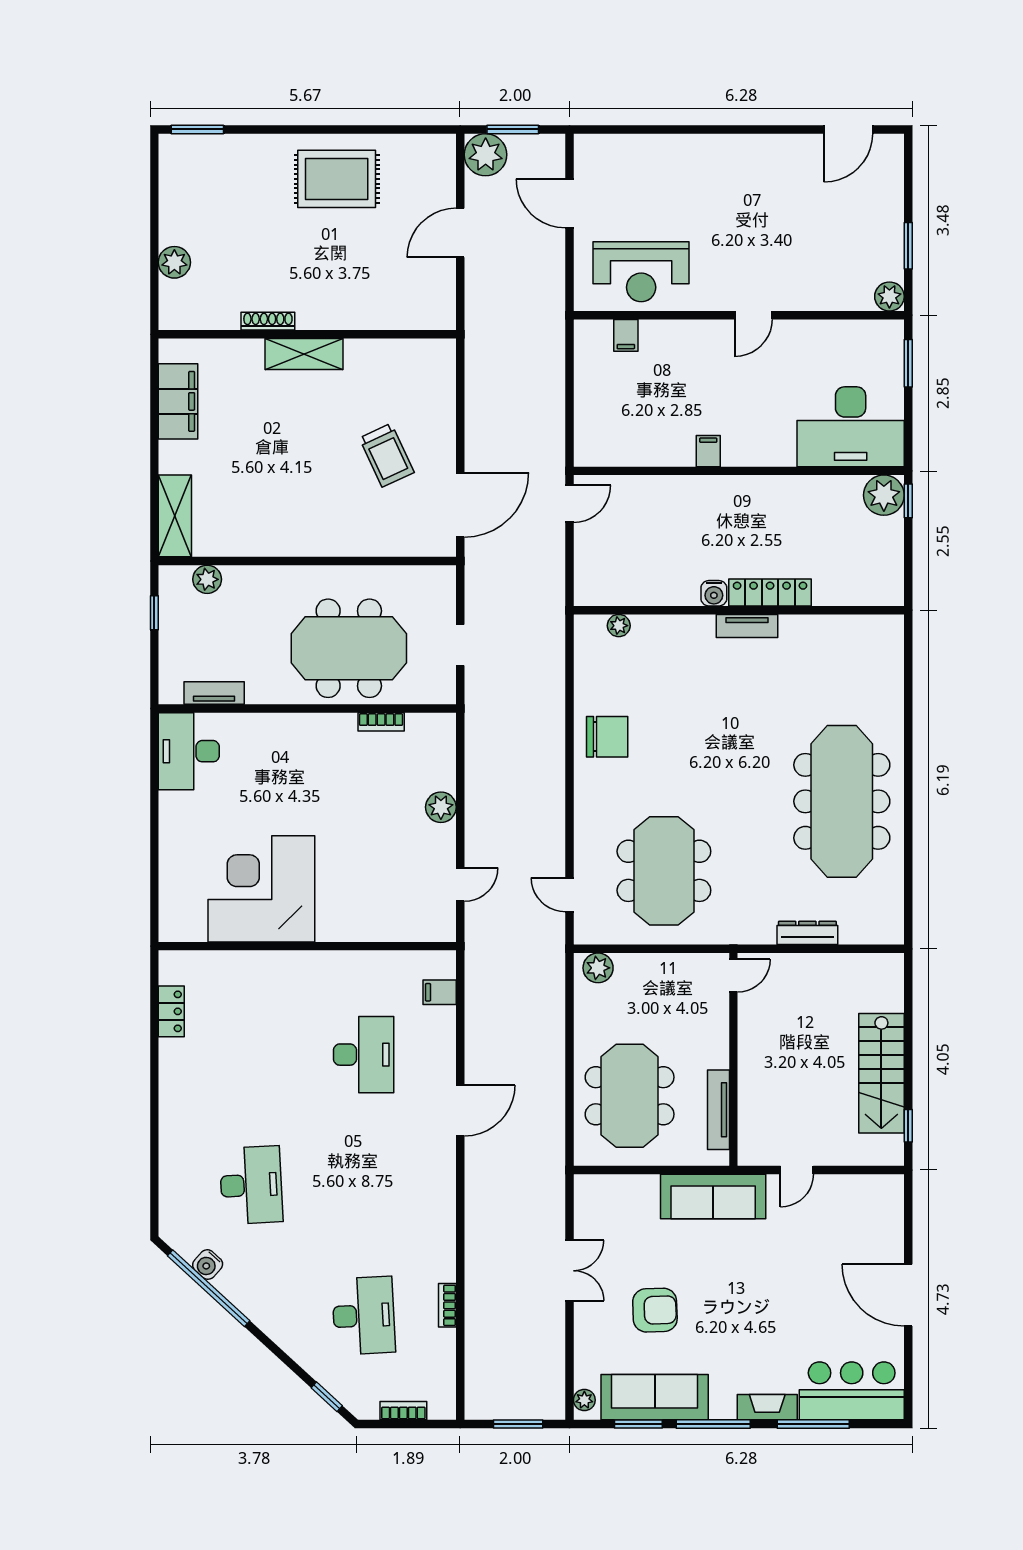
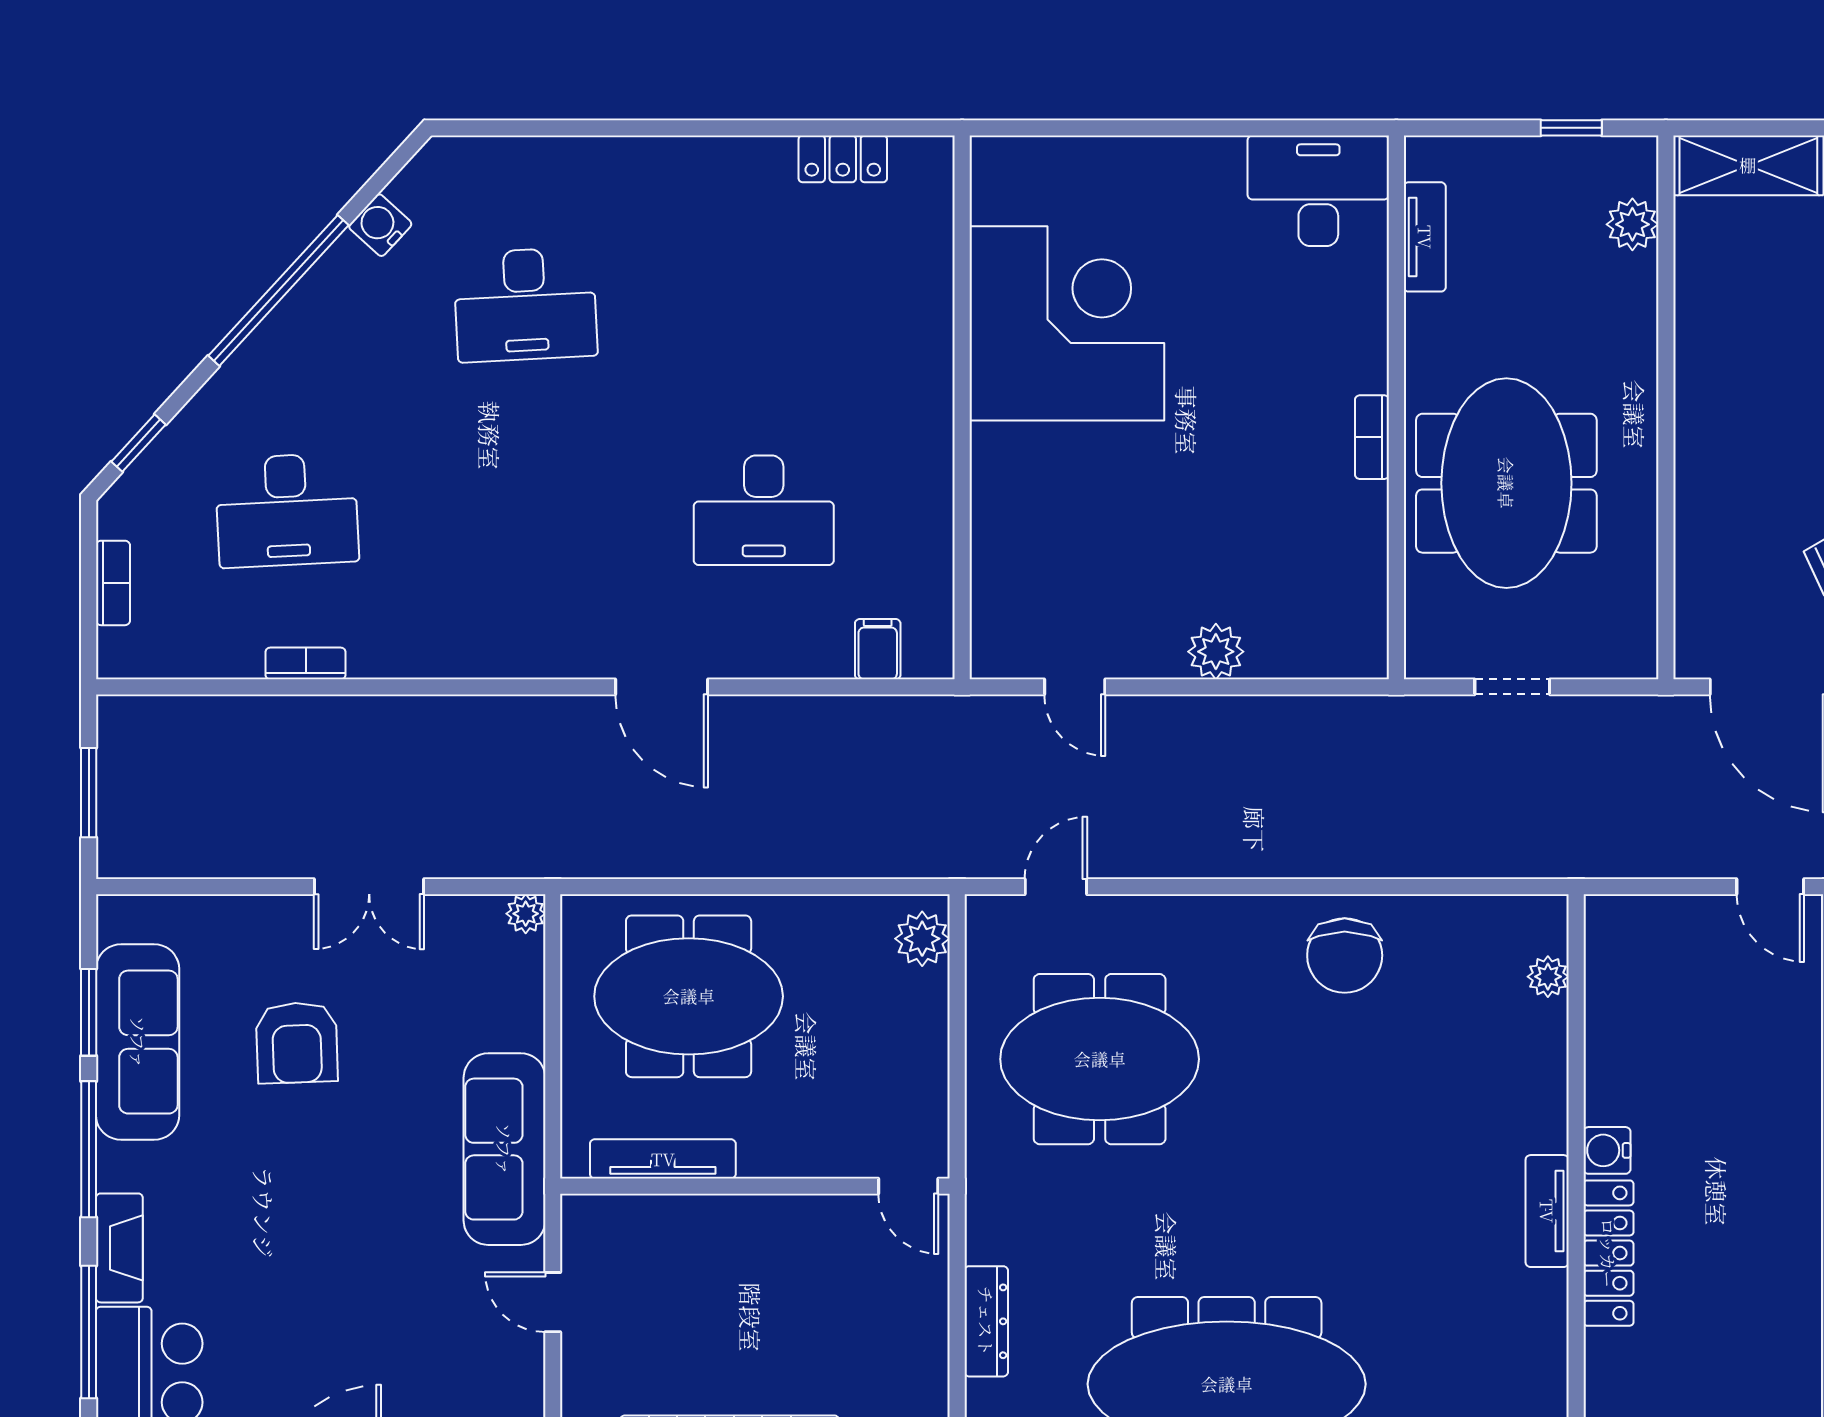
bookcase: (381, 722) -> (1372, 437), moved
window: (209, 1288) -> (279, 290), moved
plant: (584, 1400) -> (526, 914), moved

